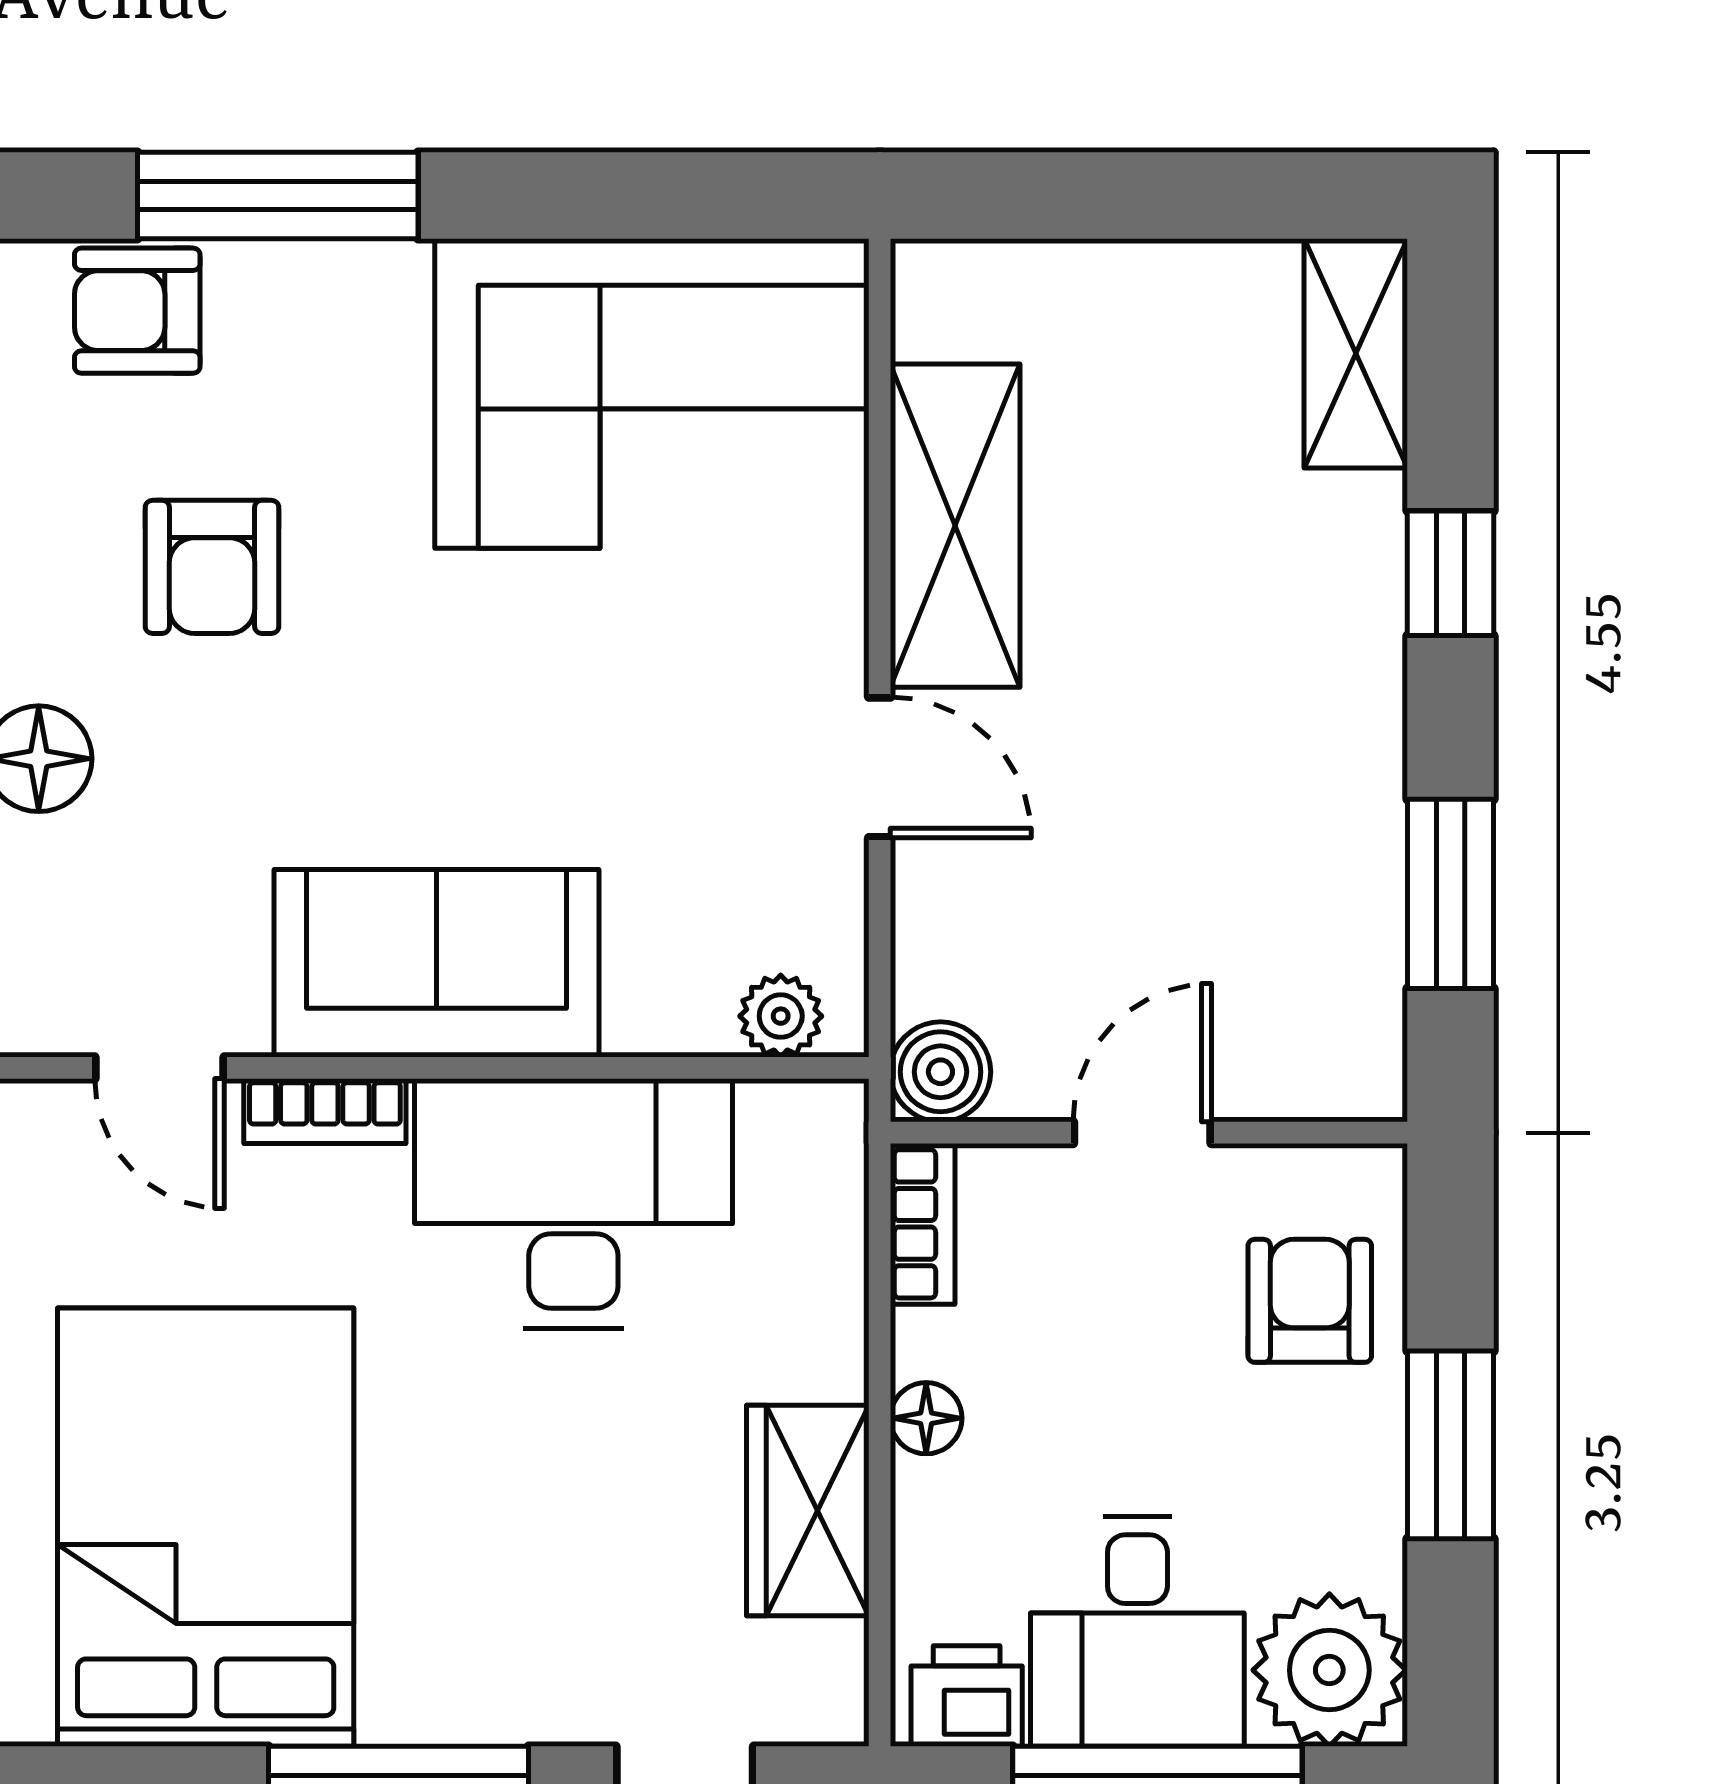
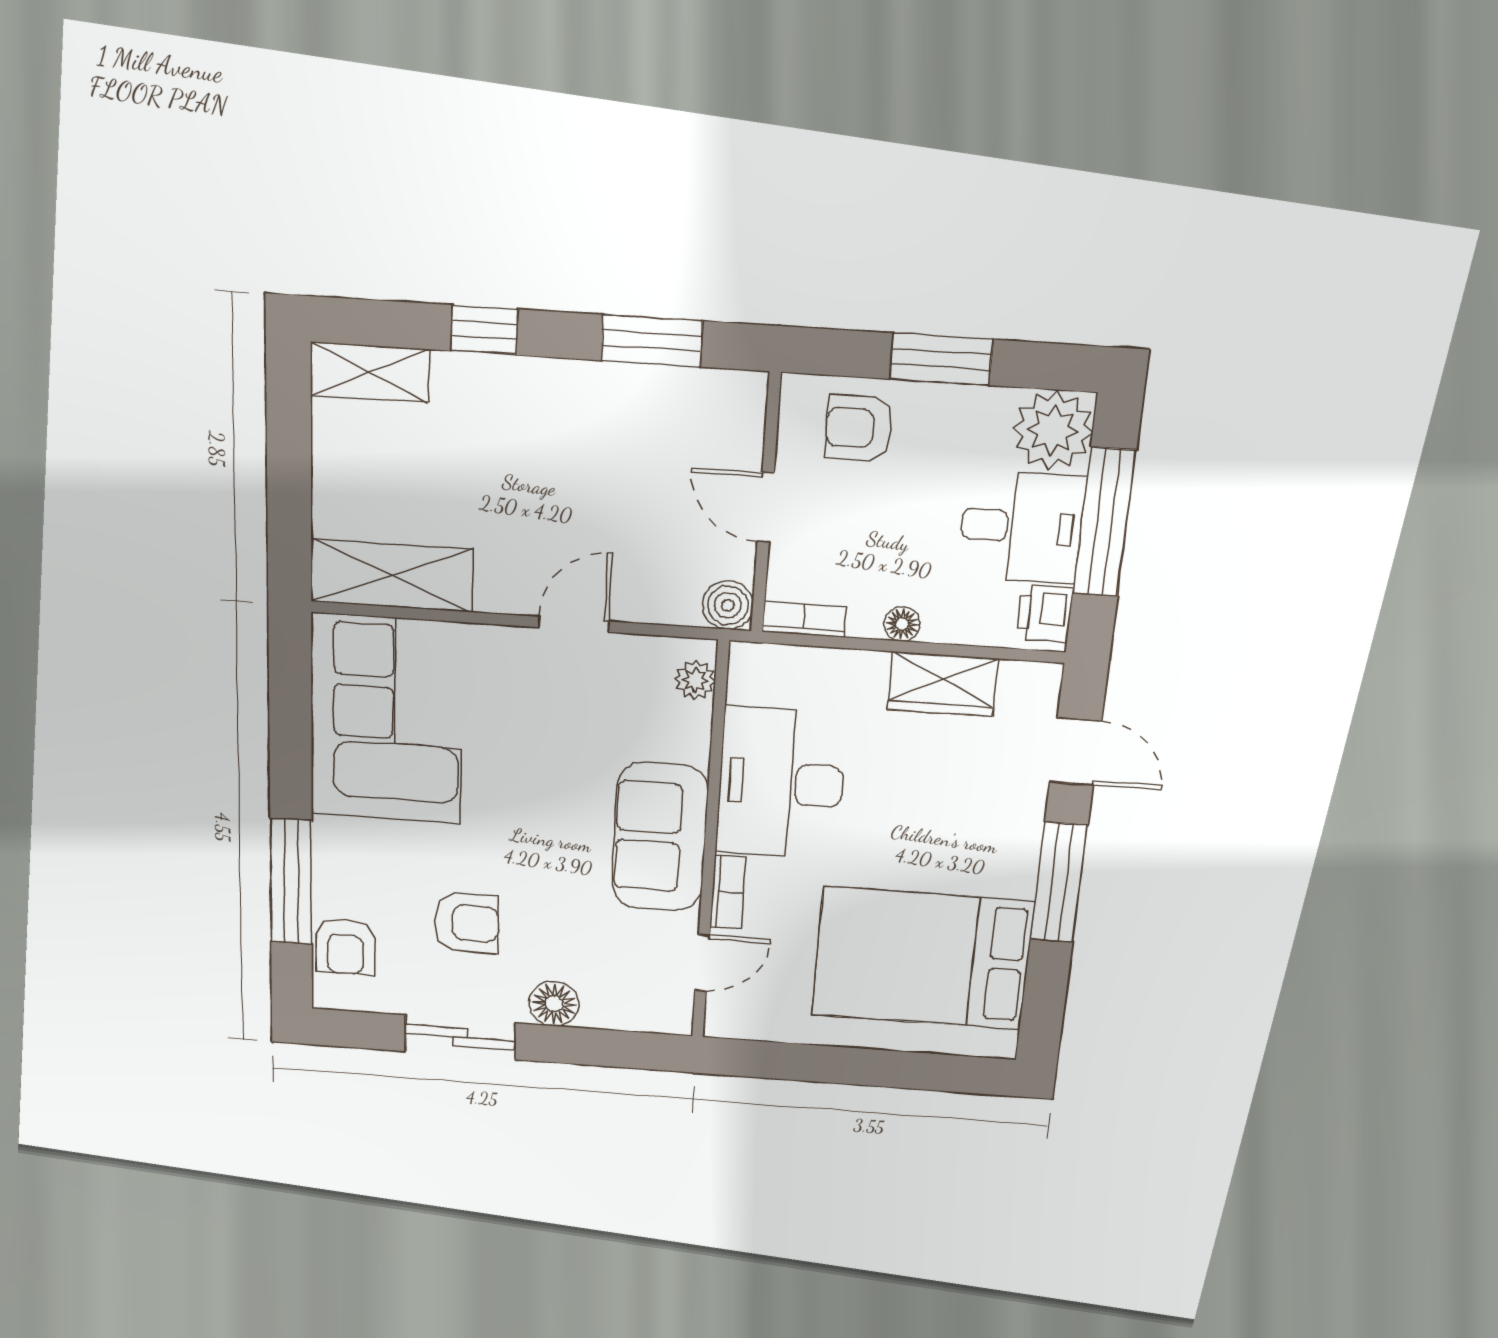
shelving: (955, 526) -> (392, 575), moved

